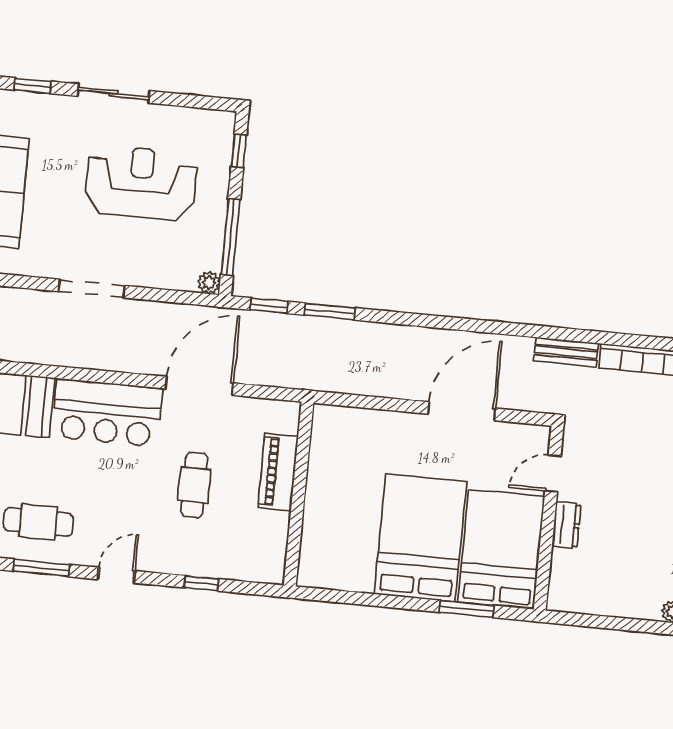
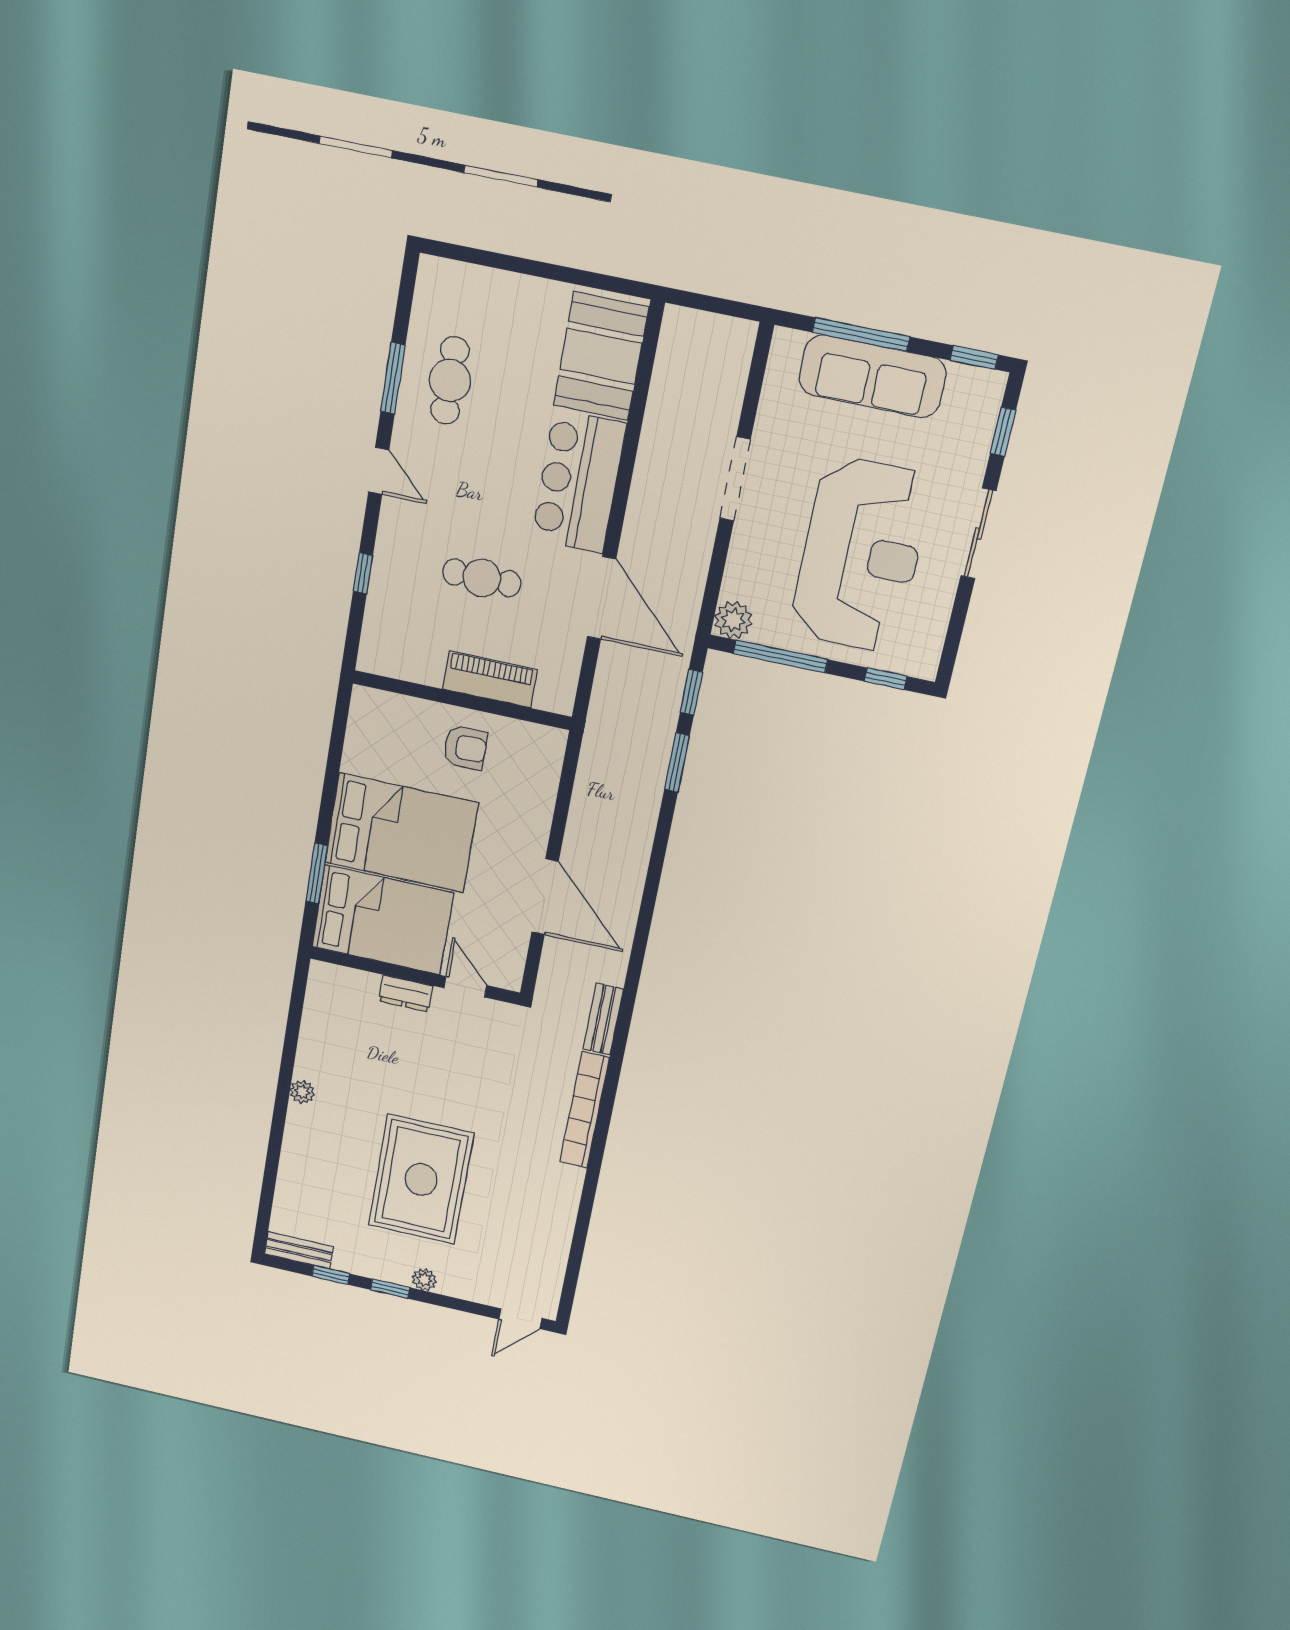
reception desk: (141, 183) -> (861, 555), width x1.36, depth x1.30
plant: (209, 283) -> (733, 620), width x1.38, depth x1.38
armchair: (339, 488) -> (465, 748), added

